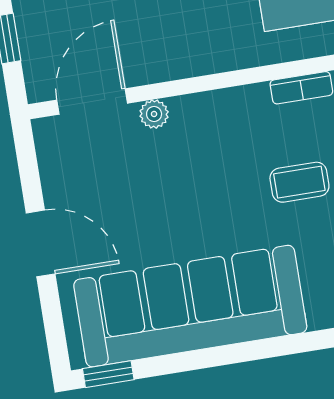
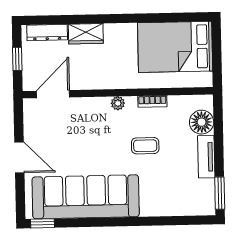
plant: (154, 114) -> (118, 103), moved

